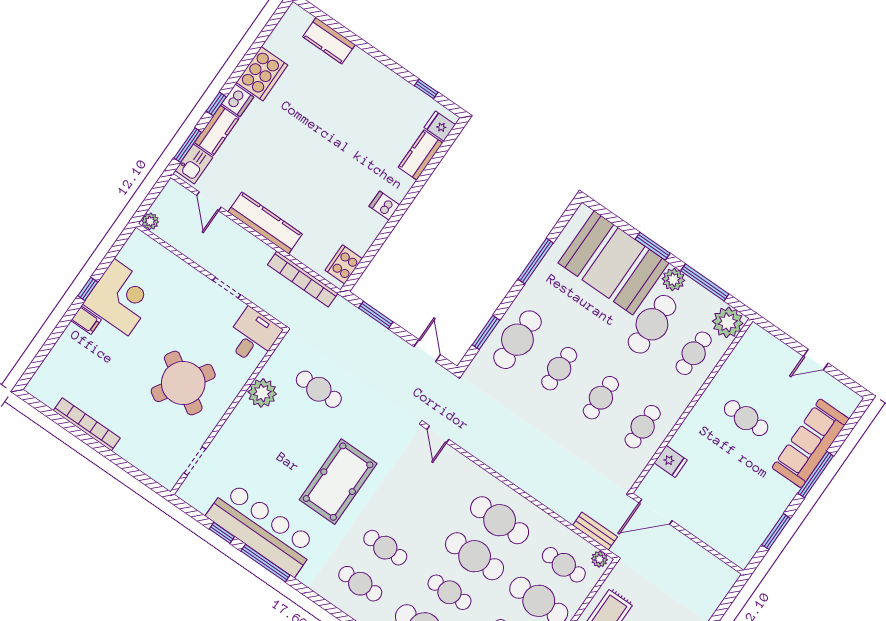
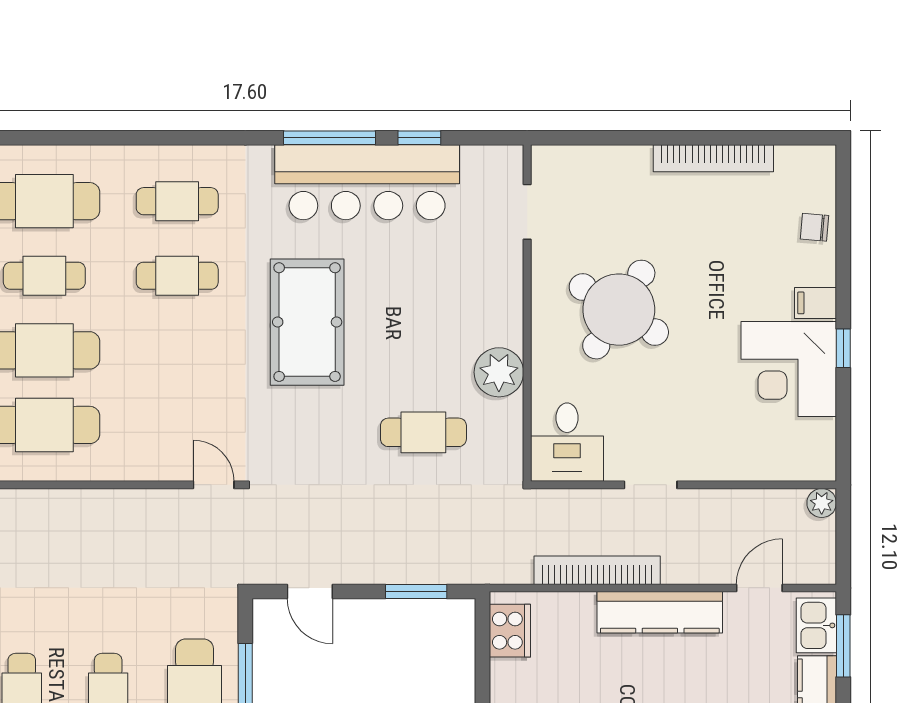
door: (209, 201) -> (759, 588), hinge flipped
bookcase: (303, 279) -> (597, 570), moved
chair: (61, 357) -> (814, 227), added

